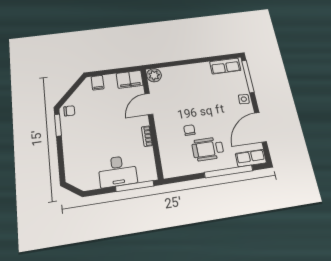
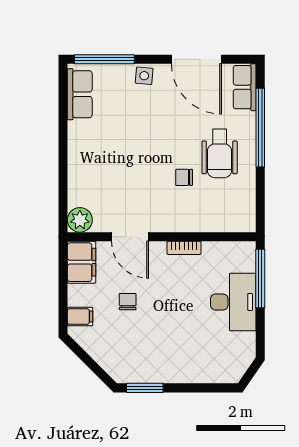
chair: (69, 111) -> (128, 302), moved

